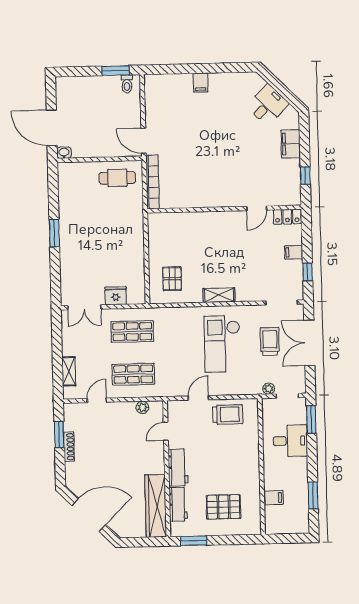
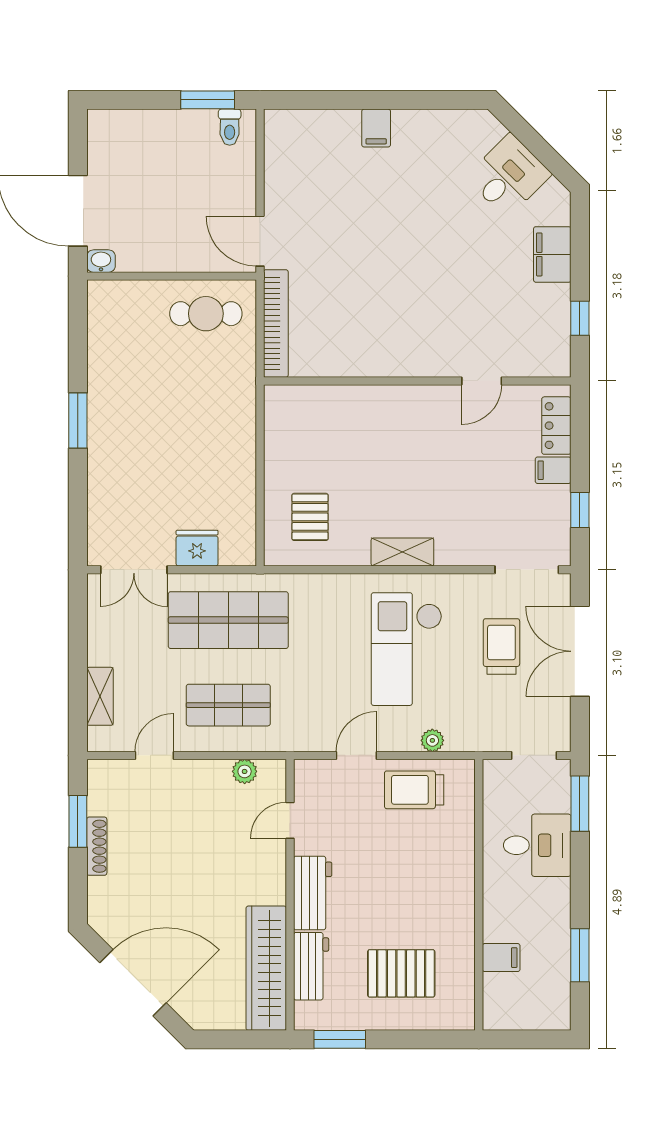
locker: (287, 217) -> (556, 426), moved, turned 90
shop shelf: (132, 332) -> (228, 620), width x1.43, depth x1.36
plant: (269, 389) -> (432, 740), moved
trolley: (228, 414) -> (414, 790), turned 180

